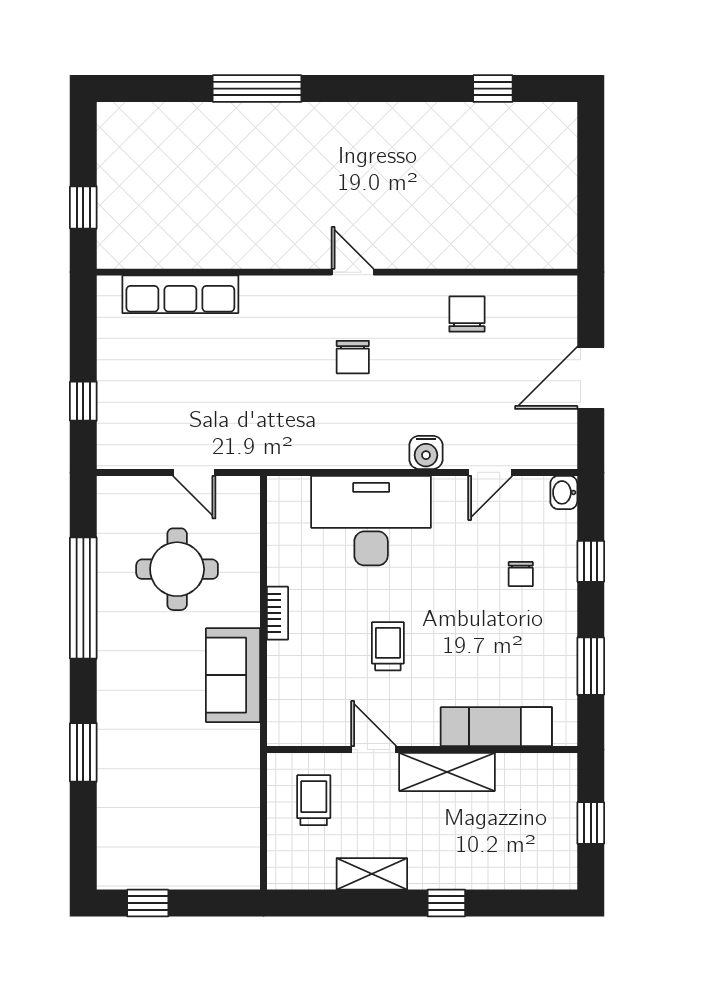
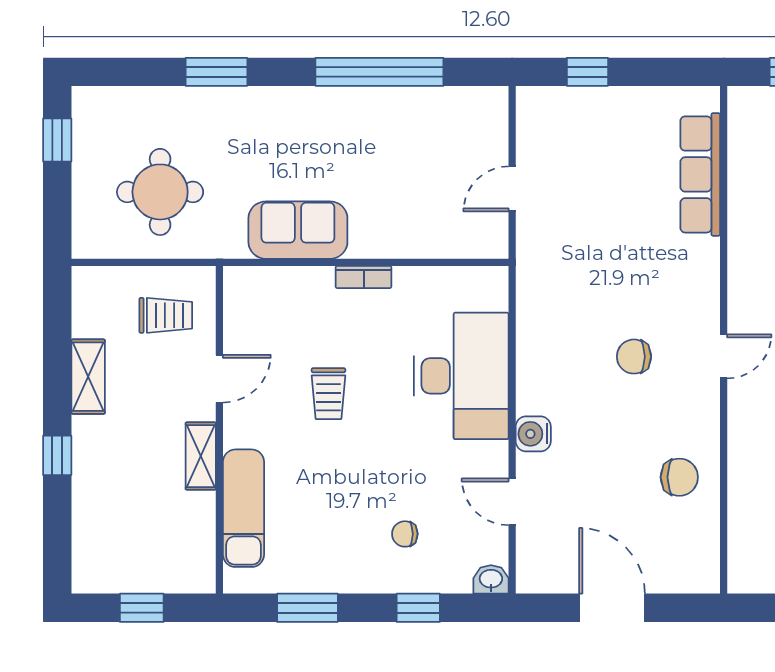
round table: (177, 569) -> (160, 192), moved
trolley: (388, 646) -> (328, 394), turned 90
shelving: (447, 772) -> (201, 456), width x0.67, depth x0.75

